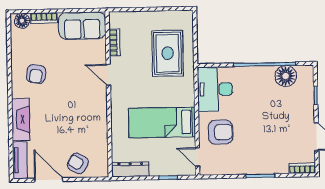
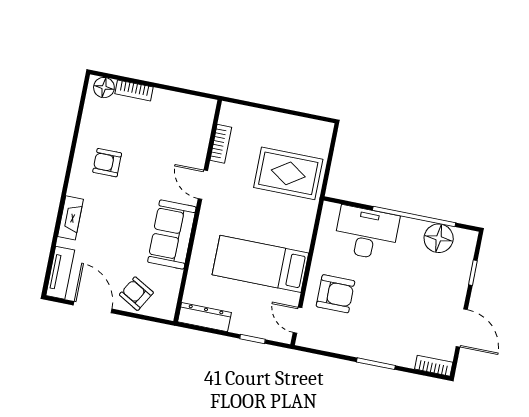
sofa: (82, 26) -> (172, 235), moved, turned 90
rug: (168, 53) -> (288, 173), turned 90
armchair: (36, 74) -> (107, 163), turned 81
desk: (215, 89) -> (366, 233), moved, turned 90
fireplace: (21, 119) -> (70, 218), width x0.73, depth x0.76

